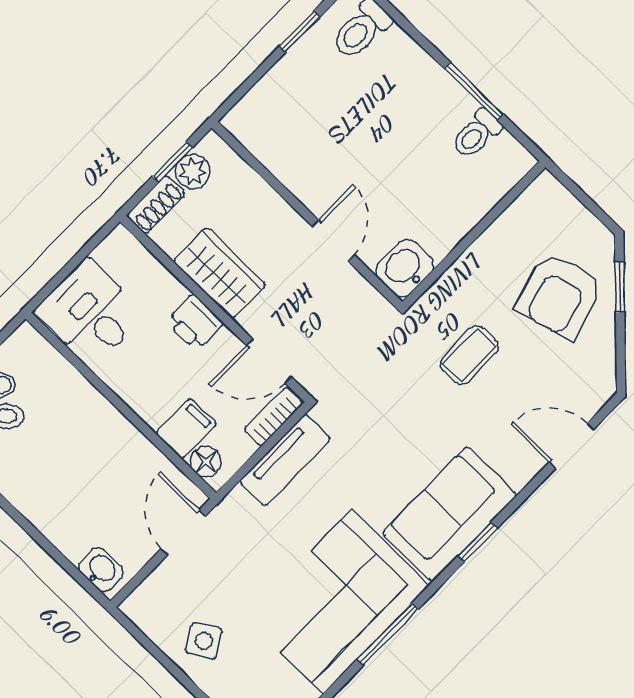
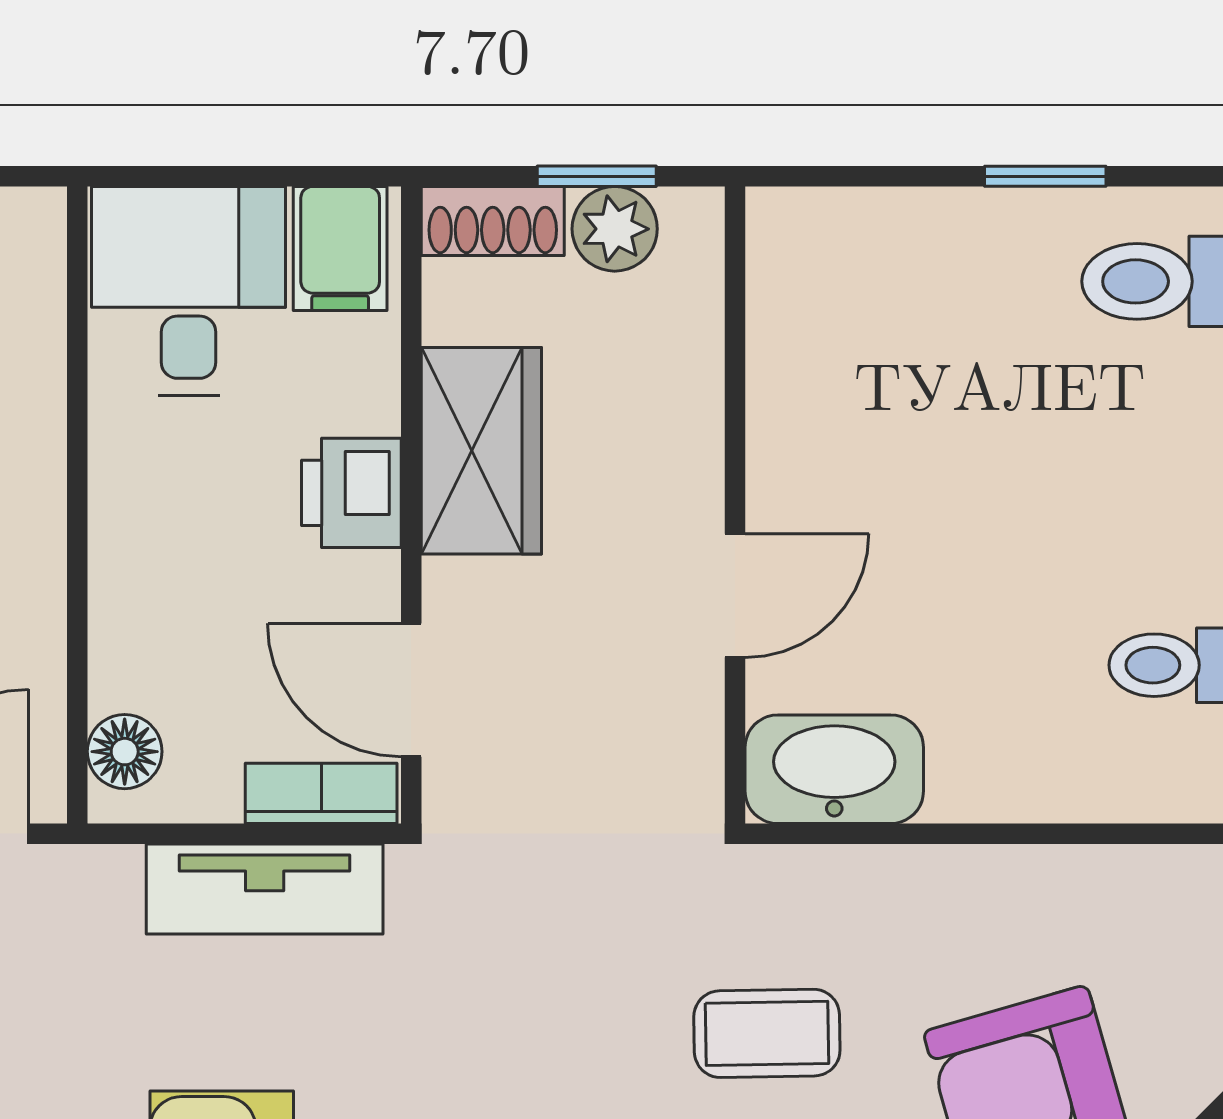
washbasin: (405, 268) -> (834, 769), width x1.38
filing cabinet: (186, 428) -> (340, 248), moved, turned 90

